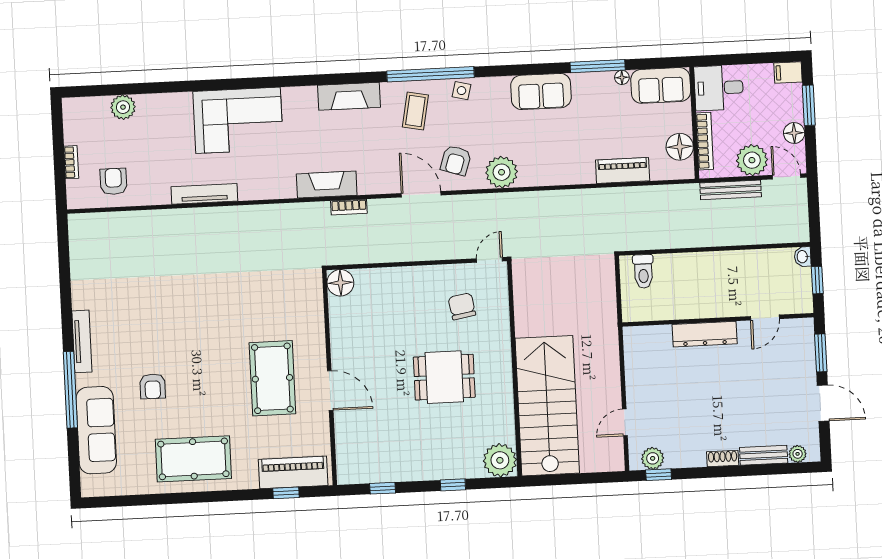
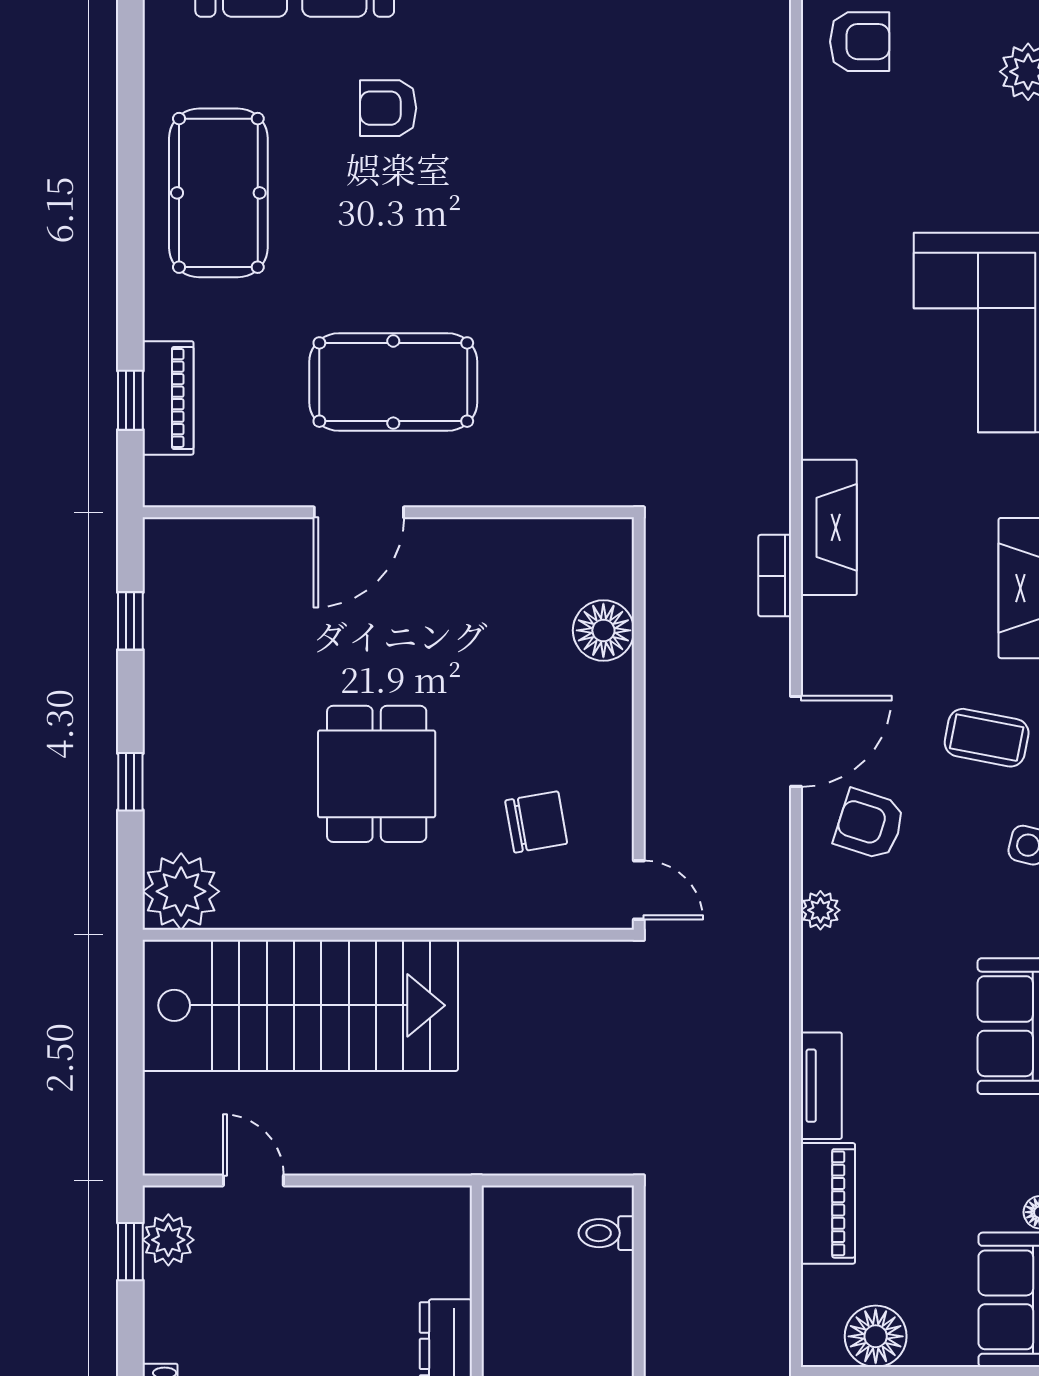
plant: (502, 172) -> (820, 910), width x0.53, depth x0.53
tv unit: (204, 194) -> (821, 1086), moved, width x0.71
toilet: (643, 271) -> (606, 1233), width x0.73, depth x0.72
floor lamp: (340, 283) -> (603, 630), moved
piano: (293, 472) -> (168, 398), width x0.73, depth x0.75

